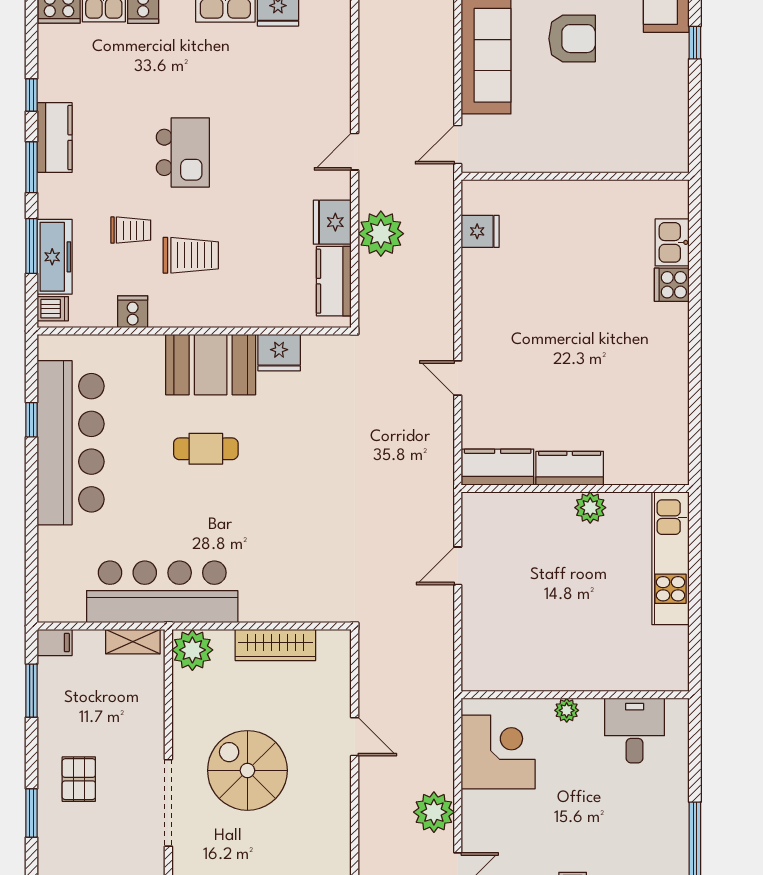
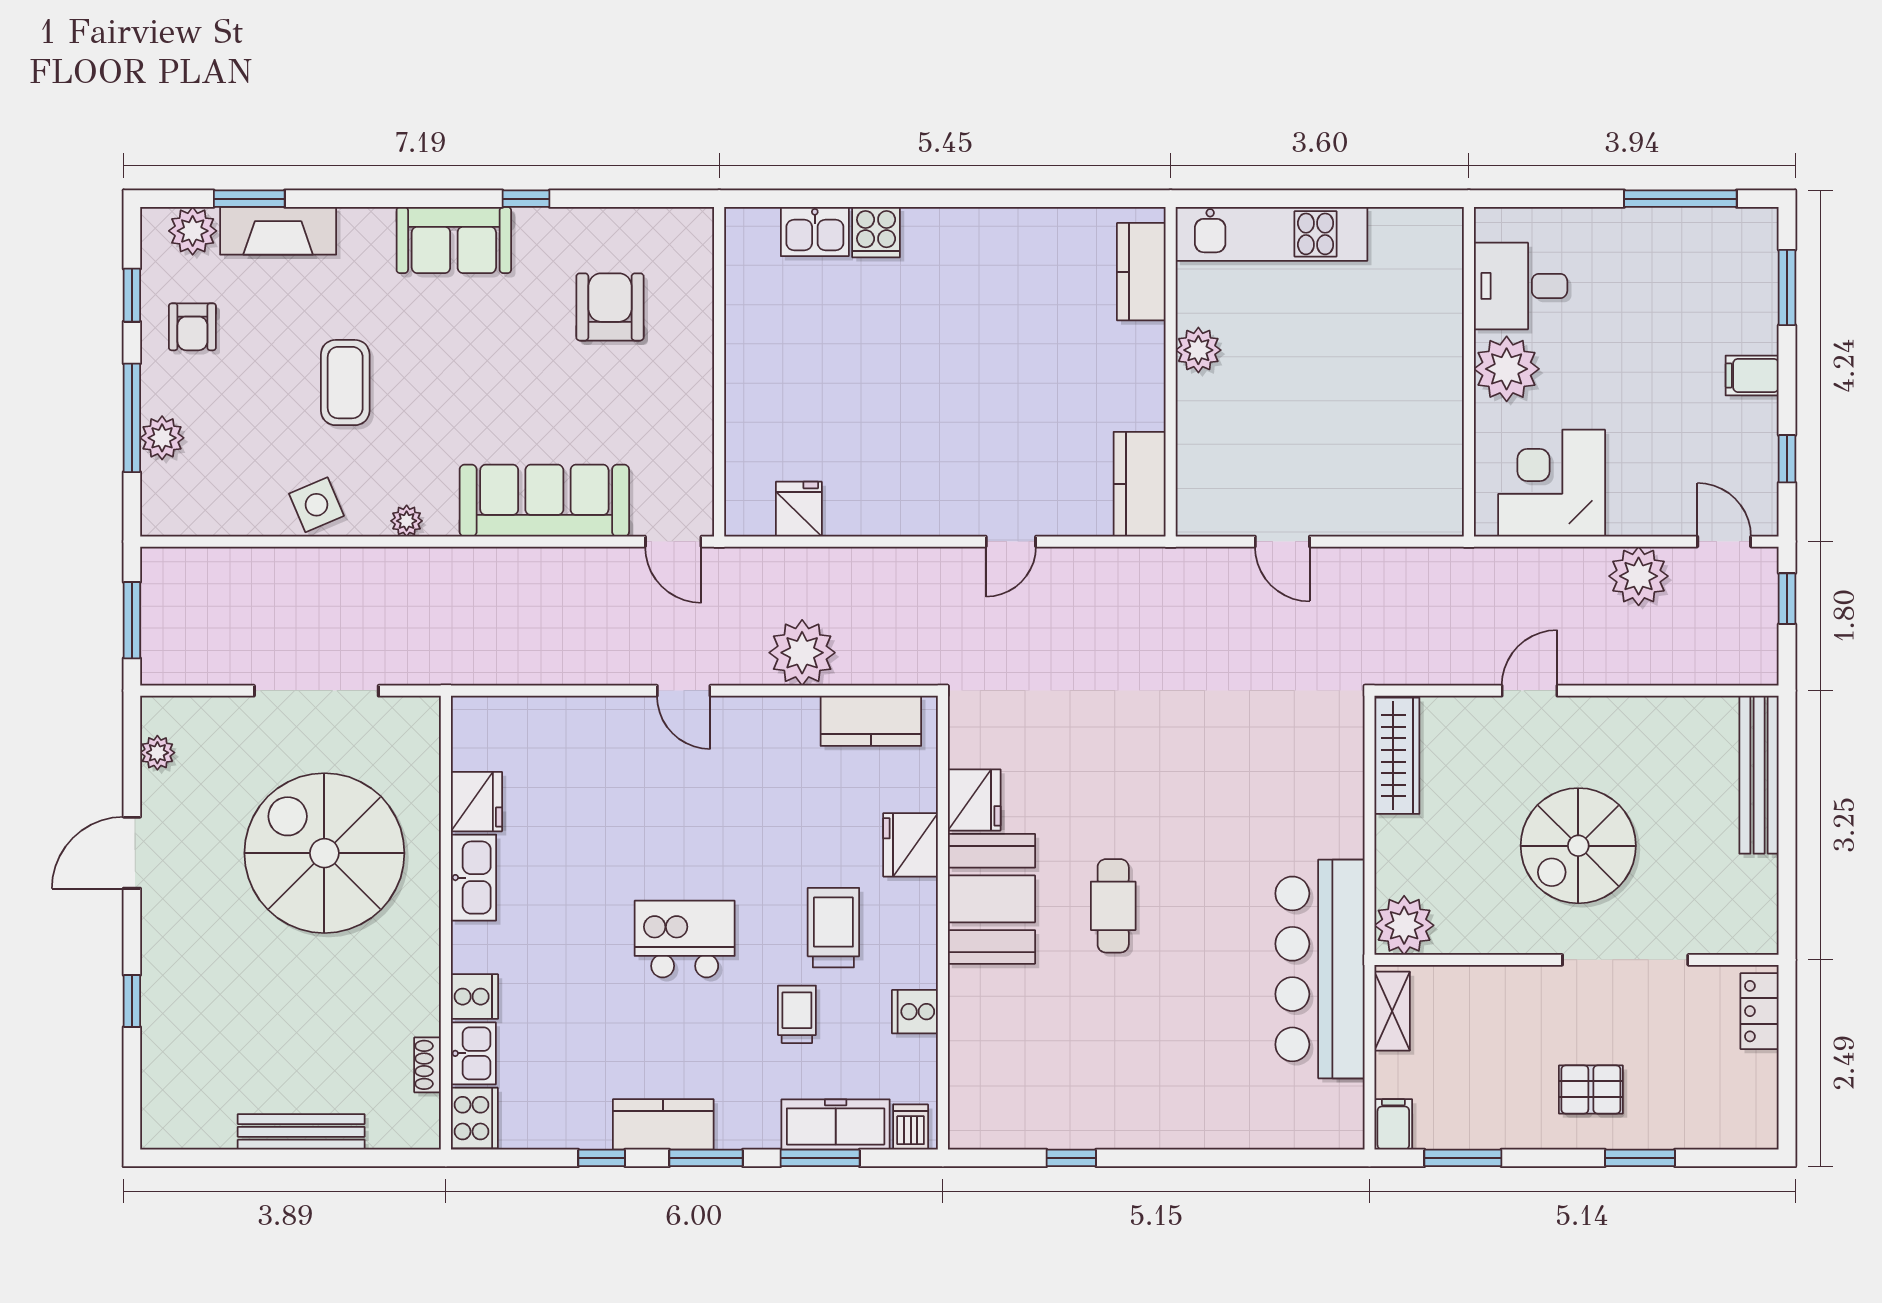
armchair: (572, 39) -> (610, 307), moved
fridge: (332, 222) -> (911, 845), moved, turned 90
bar counter: (71, 443) -> (1105, 1101), removed
kitchen counter: (570, 468) -> (1141, 272), moved
wardrobe: (275, 645) -> (1397, 756), moved
plant: (567, 710) -> (1507, 369), width x1.87, depth x1.87

